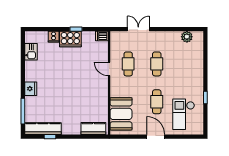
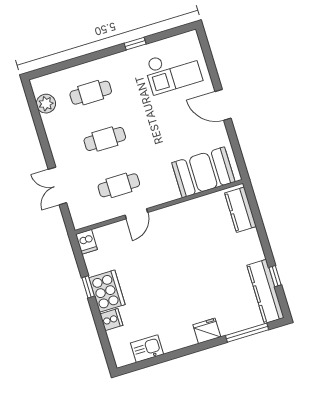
cafe table: (157, 102) -> (91, 93), moved
door: (156, 137) -> (223, 105), hinge flipped

